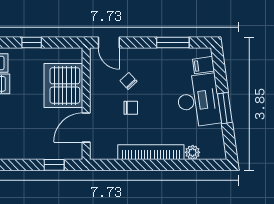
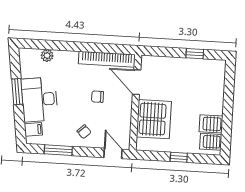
chair: (129, 81) -> (84, 132), moved
door: (86, 127) -> (137, 82), swing flipped
bookcase: (151, 152) -> (107, 59), moved
window: (54, 165) -> (195, 54), moved

